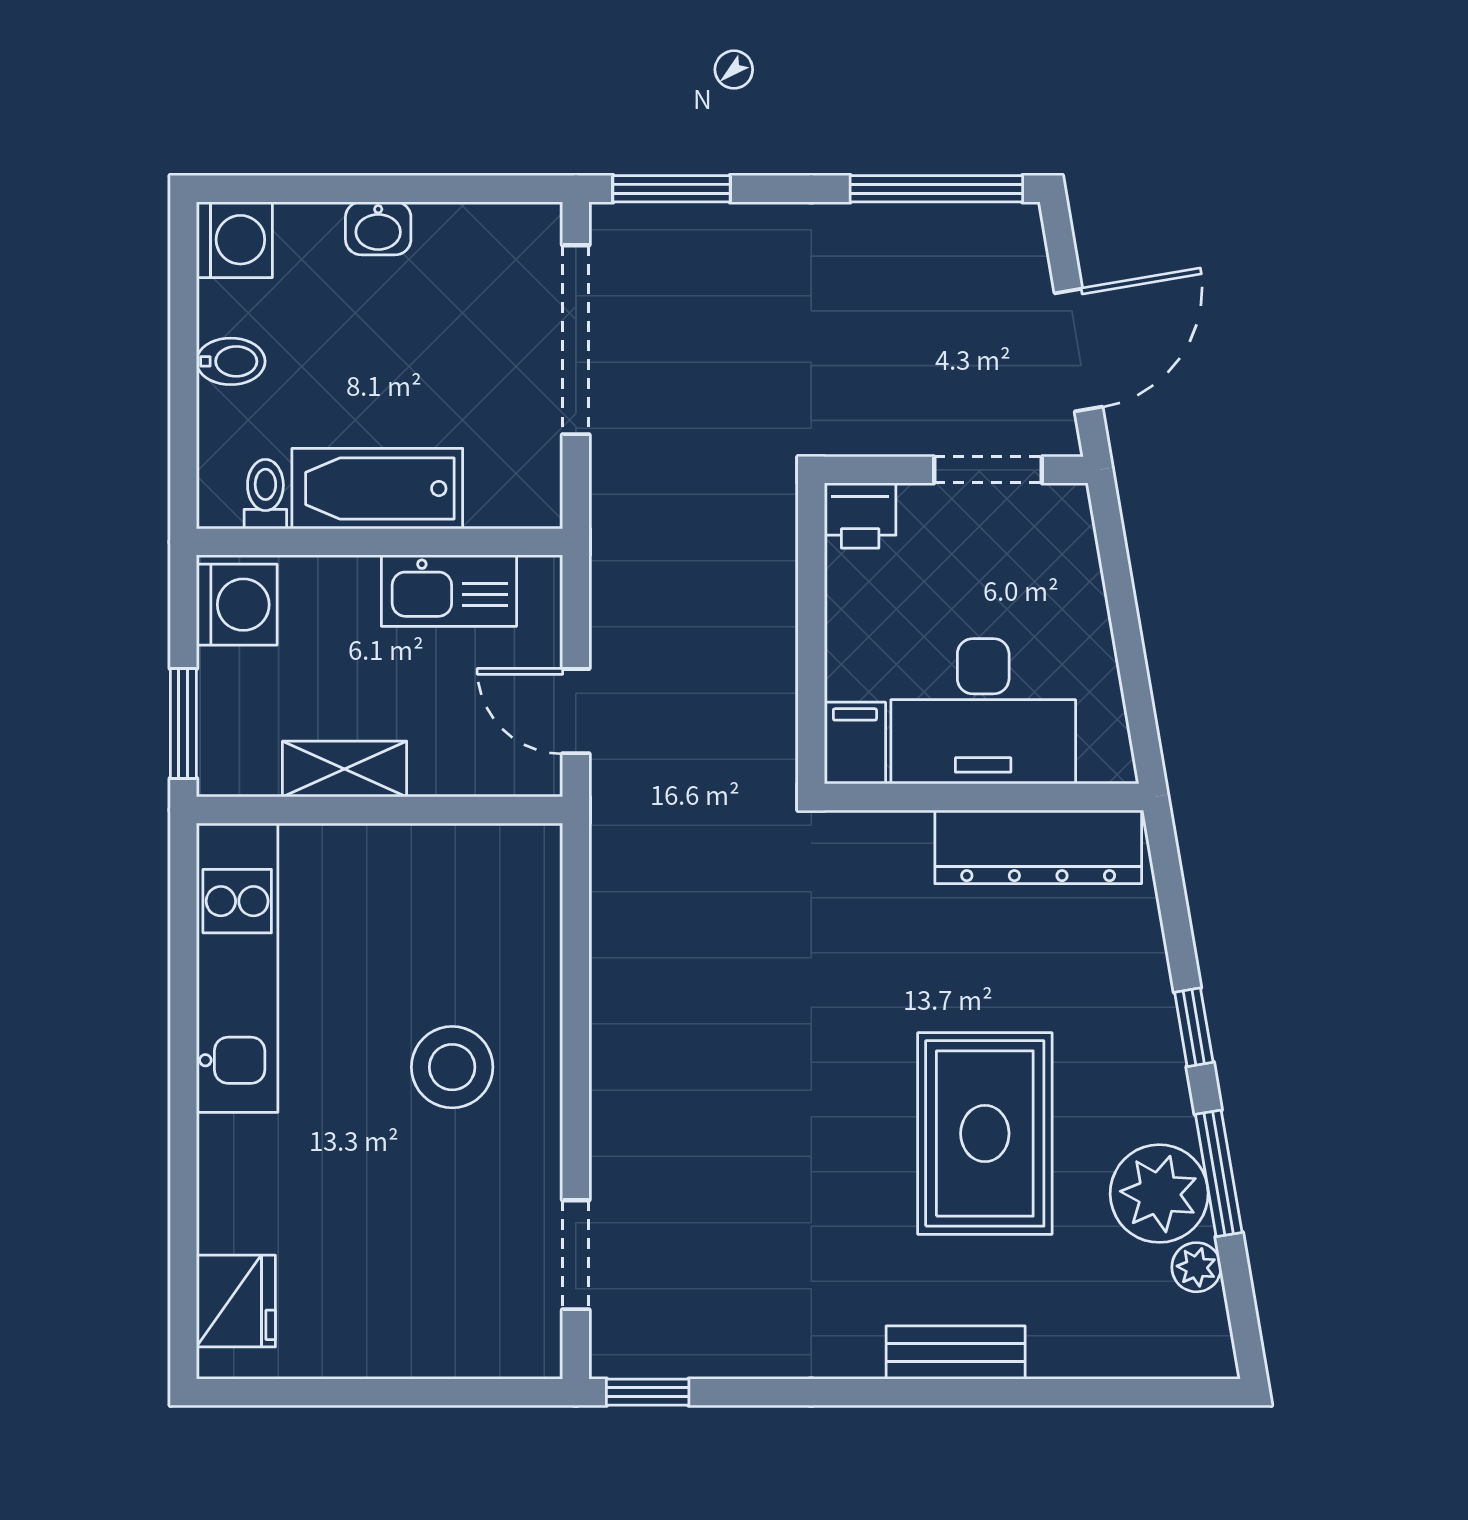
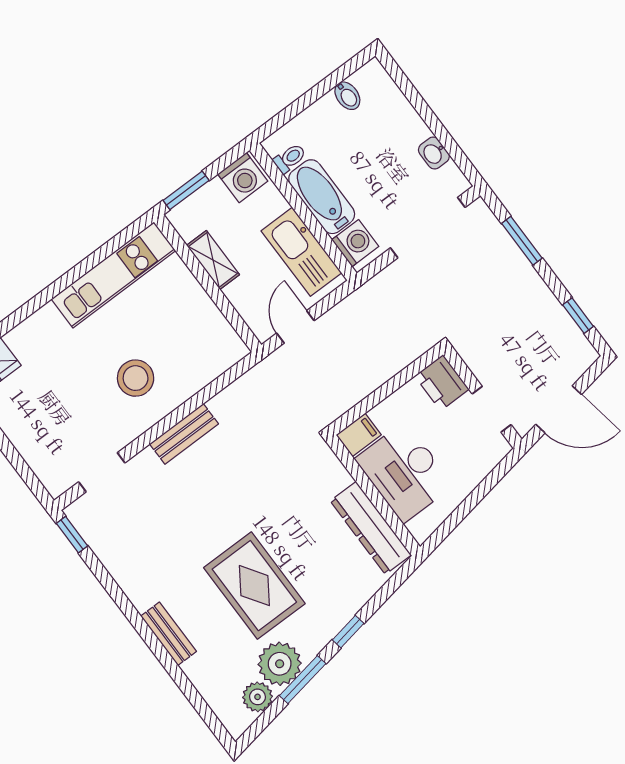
window: (672, 189) -> (522, 241), moved
window: (936, 189) -> (578, 316), width x0.46
washbasin: (378, 228) -> (434, 153), moved
washing machine: (234, 240) -> (355, 243), moved, turned -90
bidet: (231, 361) -> (347, 96), moved
printer: (860, 516) -> (442, 383), width x1.36, depth x1.24
kitchen sink: (449, 591) -> (301, 252), width x1.36, depth x1.24
bench: (618, 1055) -> (184, 434), added
rug: (985, 1133) -> (254, 586), turned 90
plant: (1196, 1267) -> (258, 697), width x1.38, depth x1.38

